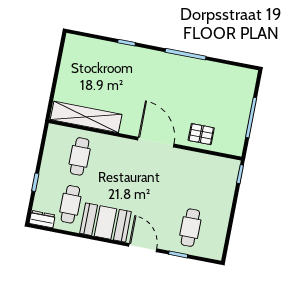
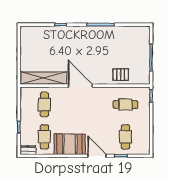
door: (156, 142) -> (80, 86), moved
cafe table: (200, 180) -> (125, 105), added

